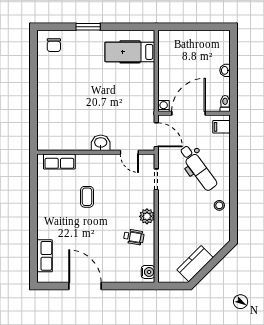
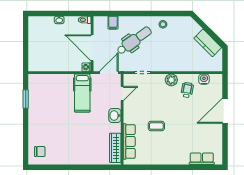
window: (88, 27) -> (26, 99), moved
hospital bed: (130, 52) -> (82, 93), moved
filing cabinet: (222, 127) -> (113, 23), moved
wardrobe: (59, 143) -> (115, 148), added
row of seats: (59, 162) -> (129, 141), width x1.48
water cooler: (148, 272) -> (204, 79), moved
door: (85, 286) -> (225, 111), moved

